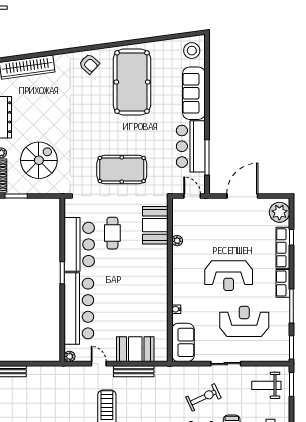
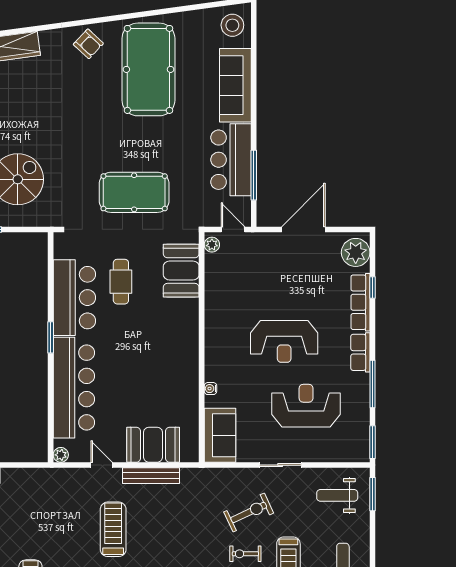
plant: (177, 241) -> (212, 245), moved

